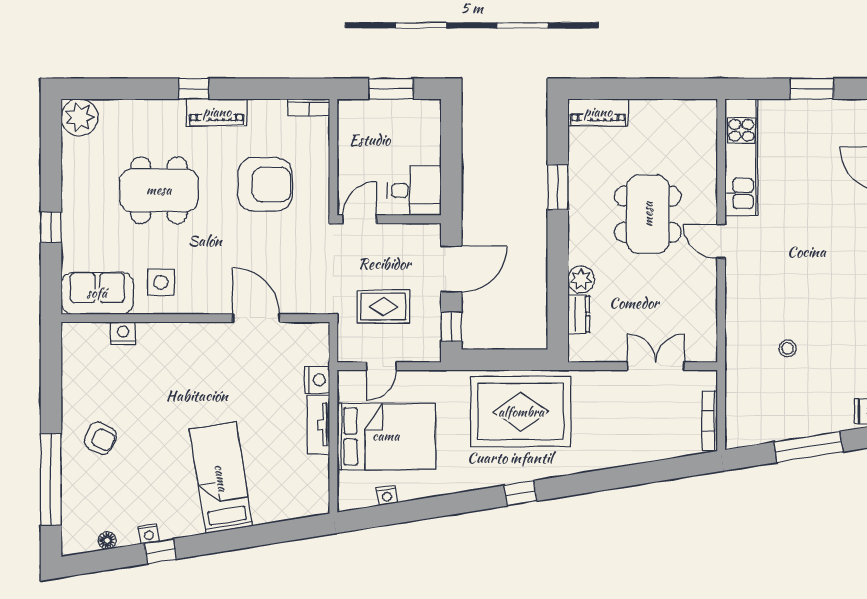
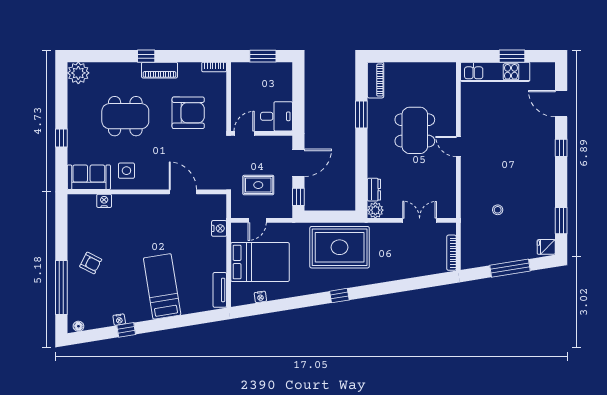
piano: (598, 112) -> (376, 80), moved, turned -90
kitchen unit: (741, 157) -> (495, 72), moved, turned 90
plant: (581, 279) -> (375, 210), moved
tv unit: (318, 425) -> (220, 290), moved
floor lamp: (107, 541) -> (78, 326), moved

